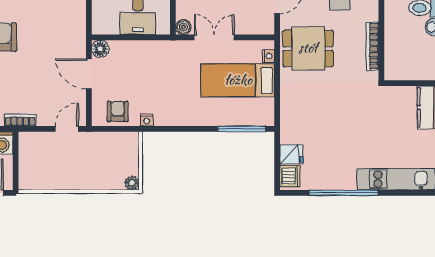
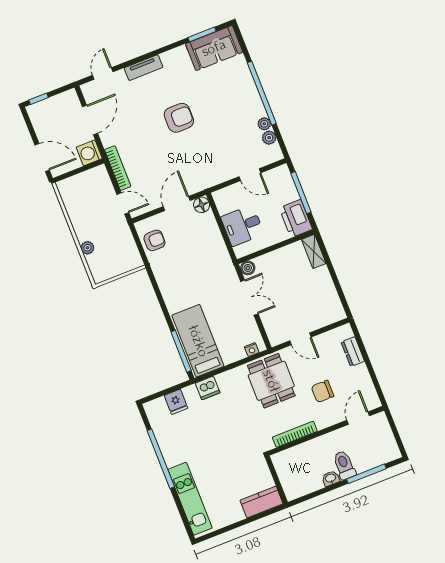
bed: (238, 80) -> (198, 341), moved
bookcase: (20, 120) -> (118, 168), width x1.56
nightstand: (147, 120) -> (157, 268), removed
dishwasher: (290, 176) -> (208, 388), moved
plant: (132, 183) -> (87, 248), moved

